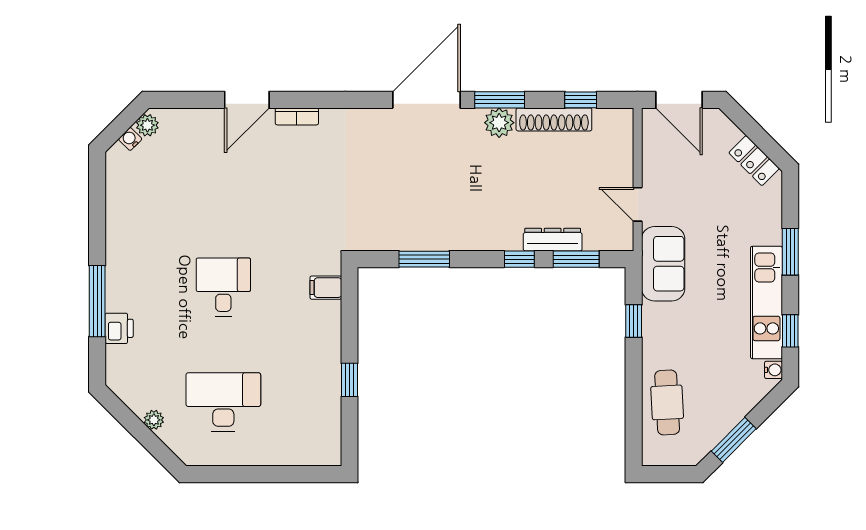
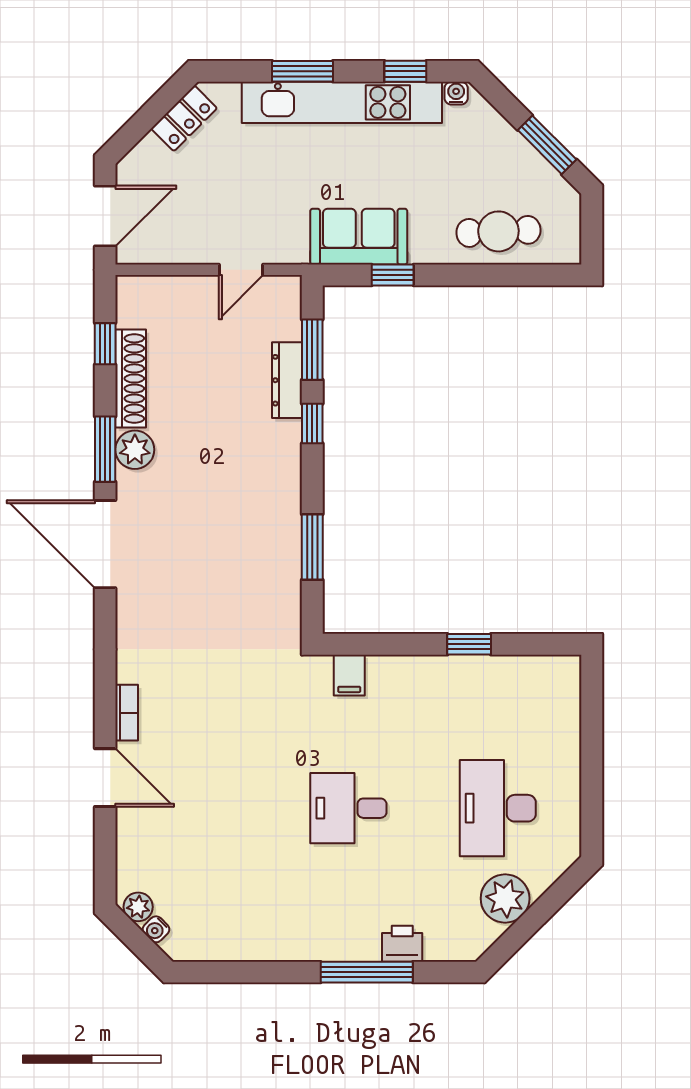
sofa: (663, 264) -> (359, 237), moved
kitchen unit: (766, 302) -> (342, 102), width x1.36
plant: (154, 420) -> (505, 898), width x1.87, depth x1.87

